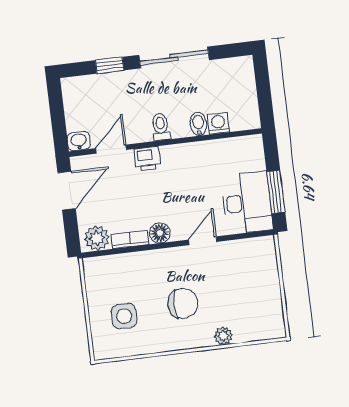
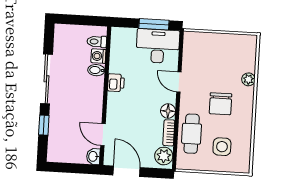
toilet: (161, 127) -> (97, 42), moved
printer: (147, 159) -> (116, 83), moved
cafe table: (134, 271) -> (192, 134), added
chair: (183, 303) -> (221, 104), turned 180

